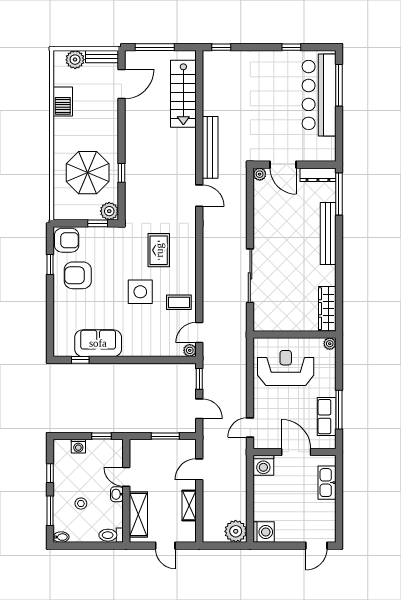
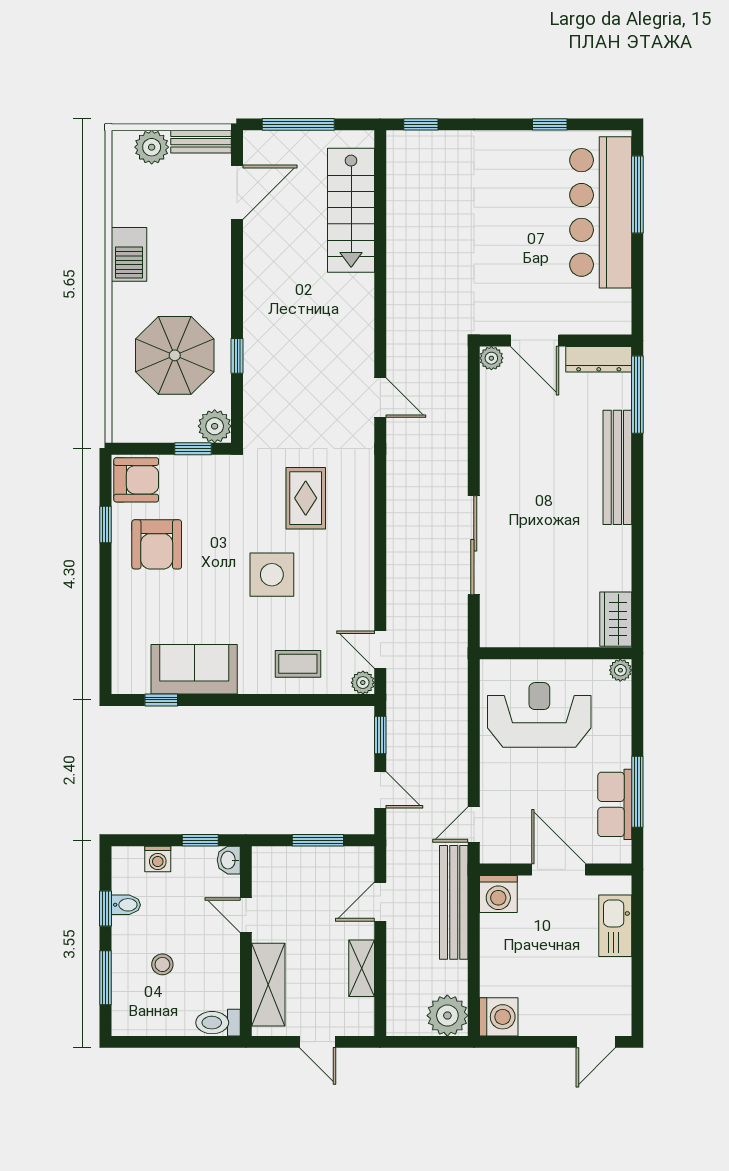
barbecue: (63, 102) -> (129, 254), moved
bench: (210, 147) -> (454, 902), moved
armchair: (78, 275) -> (157, 544), turned -90
coffee table: (179, 302) -> (298, 664), moved
wardrobe: (327, 309) -> (616, 619), width x0.67
door: (199, 333) -> (380, 650), hinge flipped
washbasin: (117, 494) -> (229, 860), moved
bidet: (61, 537) -> (126, 905), moved

